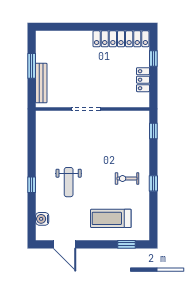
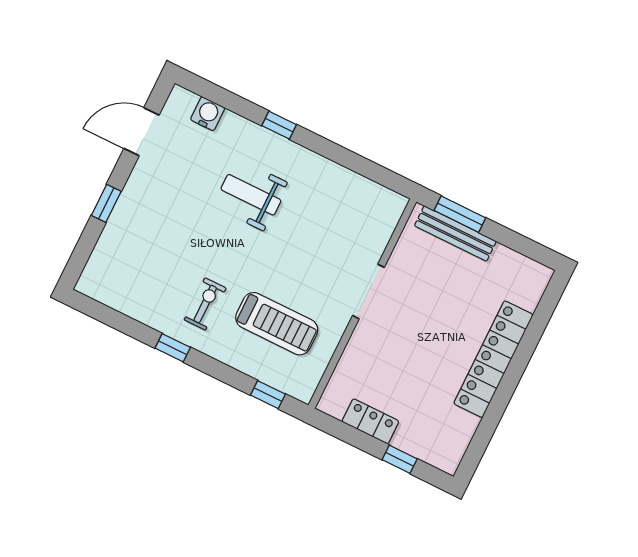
locker: (121, 39) -> (493, 359), moved
window: (32, 66) -> (460, 214), moved
treadmill: (111, 218) -> (277, 324), moved, turned 90
window: (127, 244) -> (106, 203), moved

